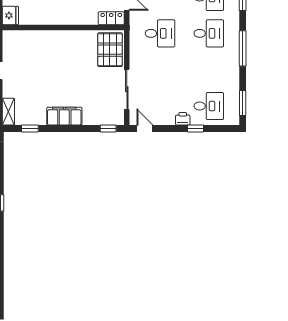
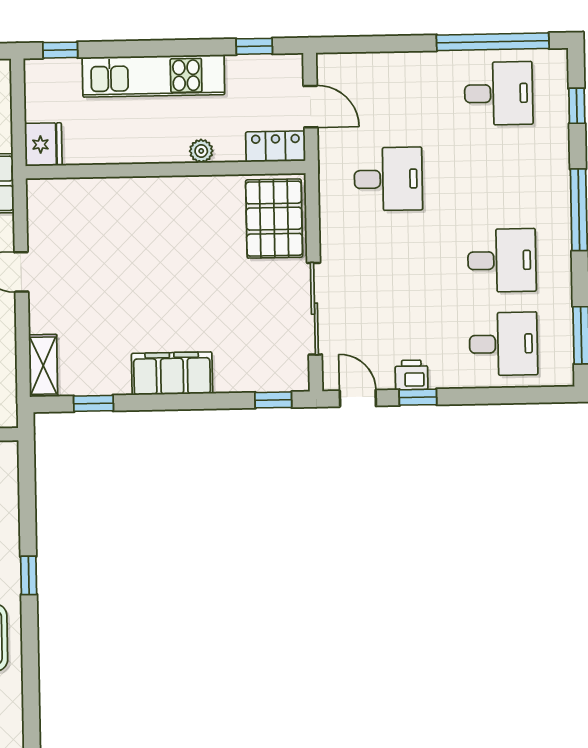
plant: (79, 20) -> (201, 151), added
desk: (209, 33) -> (502, 260), moved
printer: (183, 119) -> (412, 375), moved
window: (196, 129) -> (418, 397), moved

